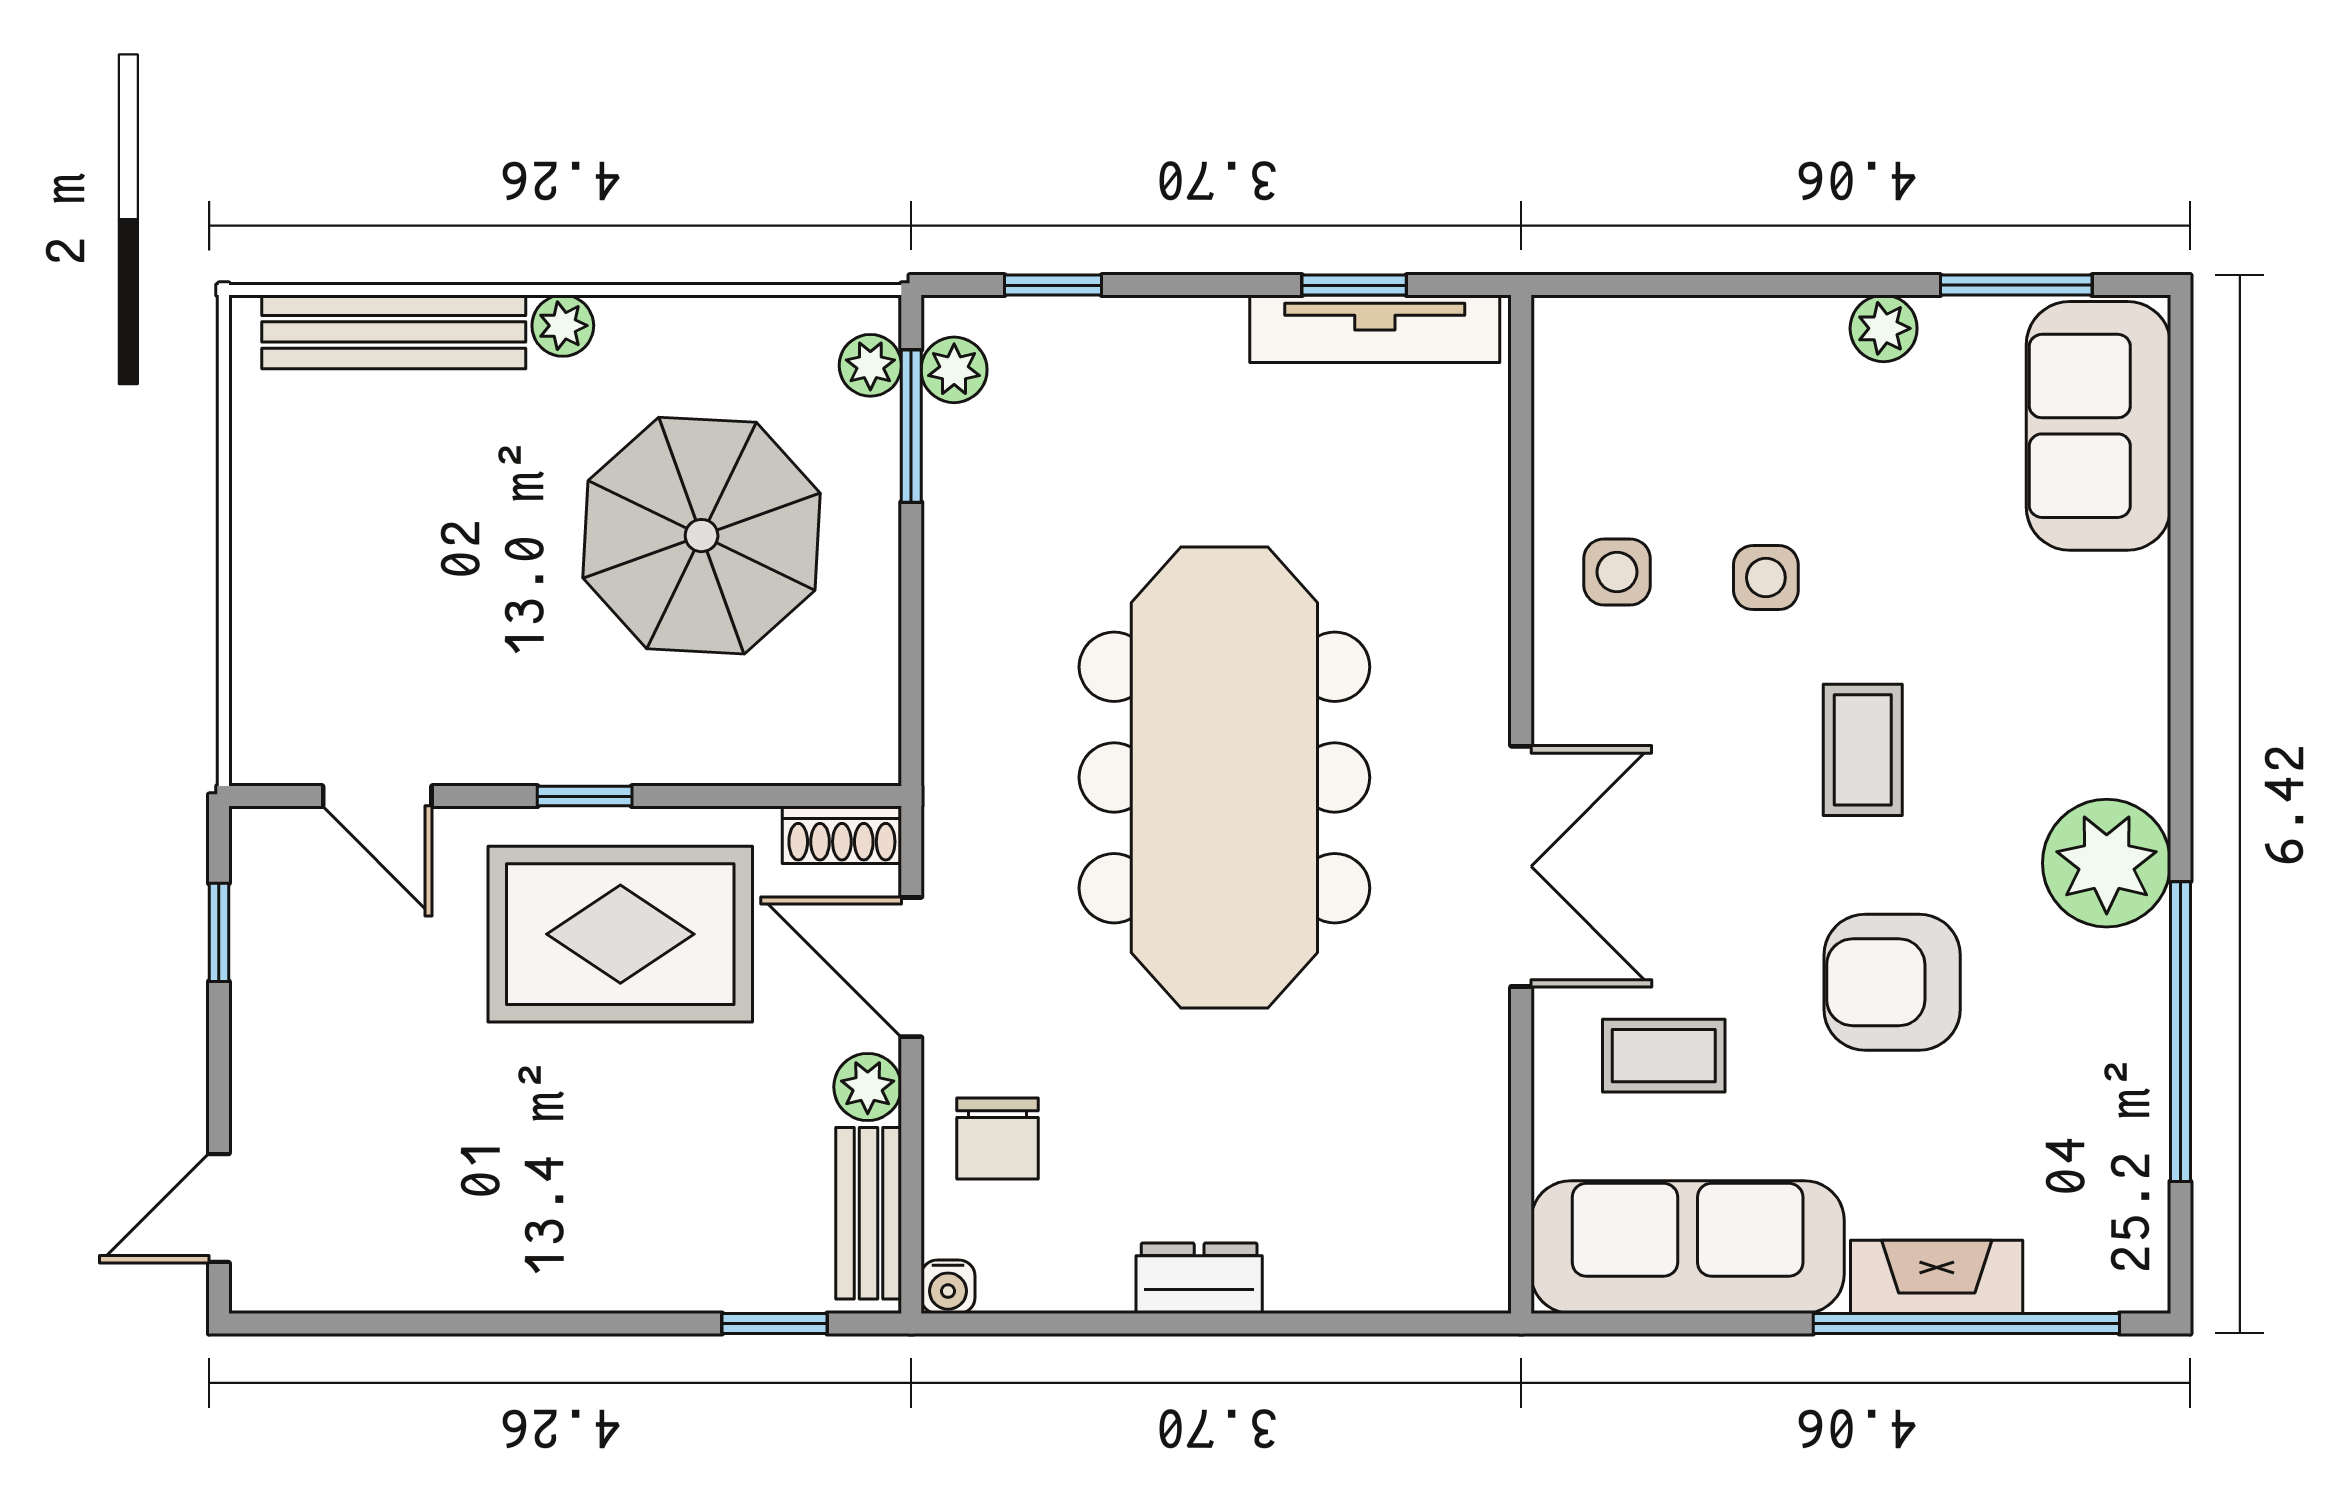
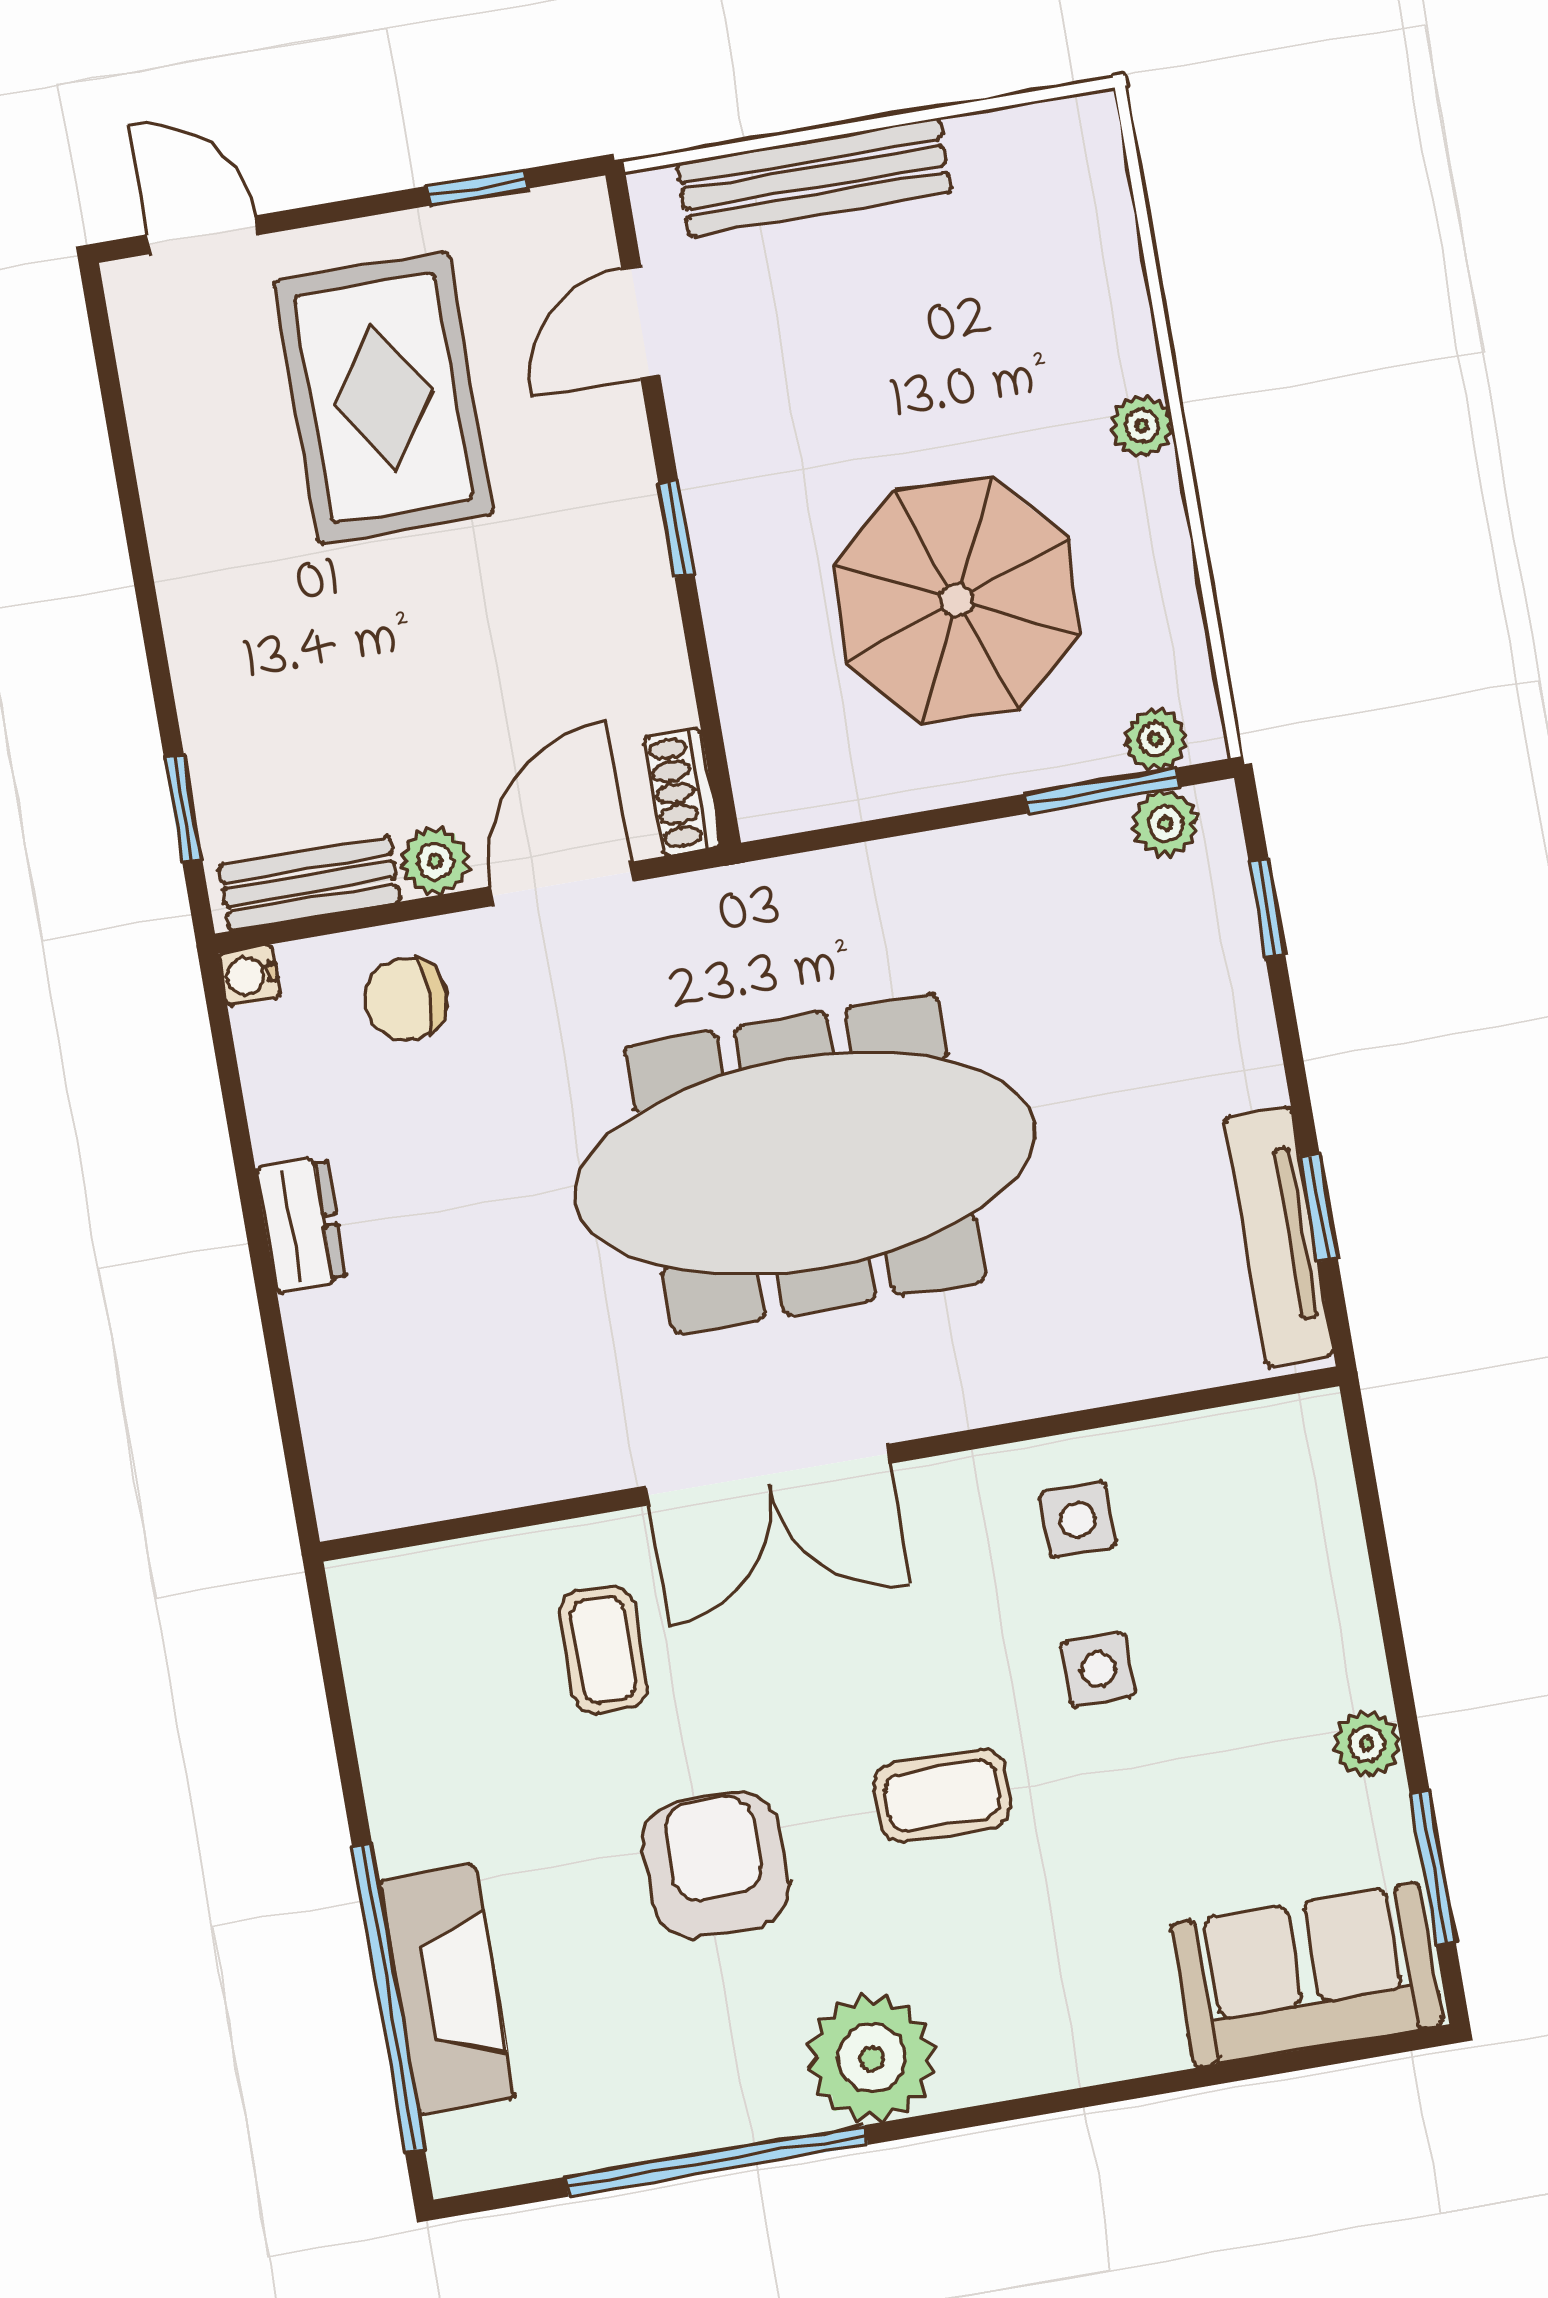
bench: (394, 332) -> (814, 177), moved, turned 90
rug: (620, 934) -> (383, 398), moved
sofa: (1688, 1247) -> (417, 1706), removed
fireplace: (1937, 1277) -> (447, 1990), width x1.37, depth x1.32

